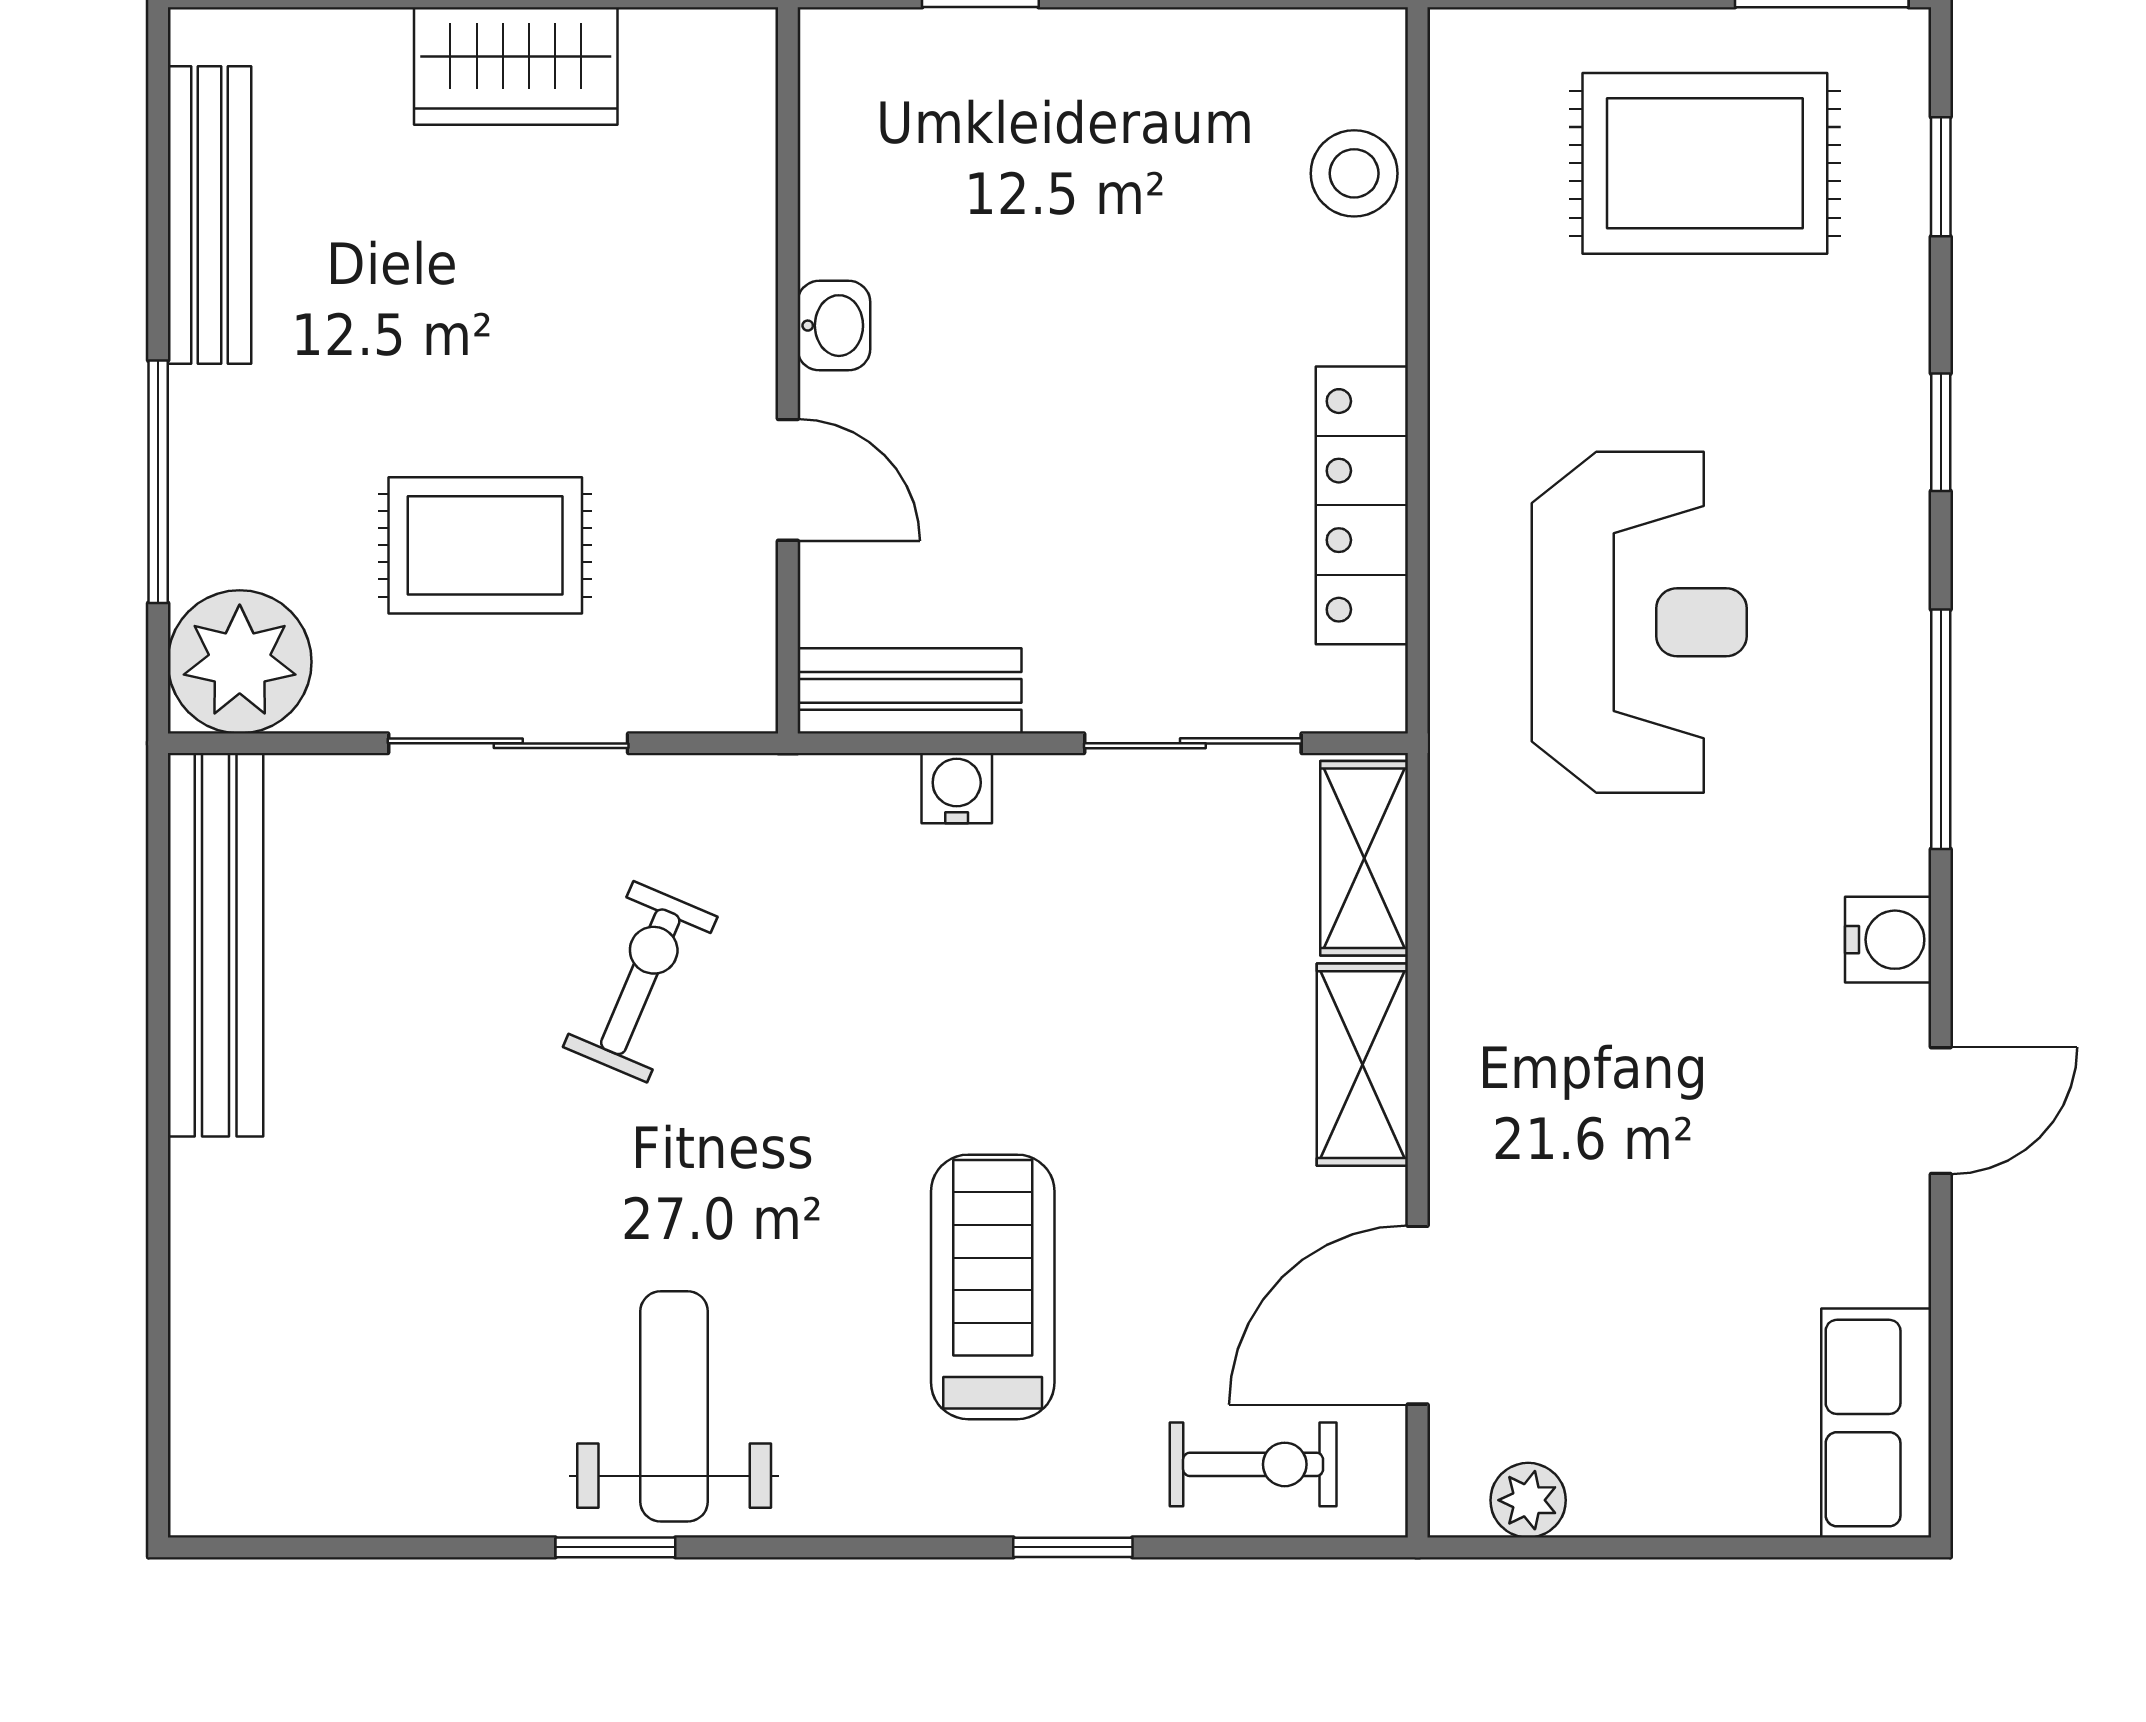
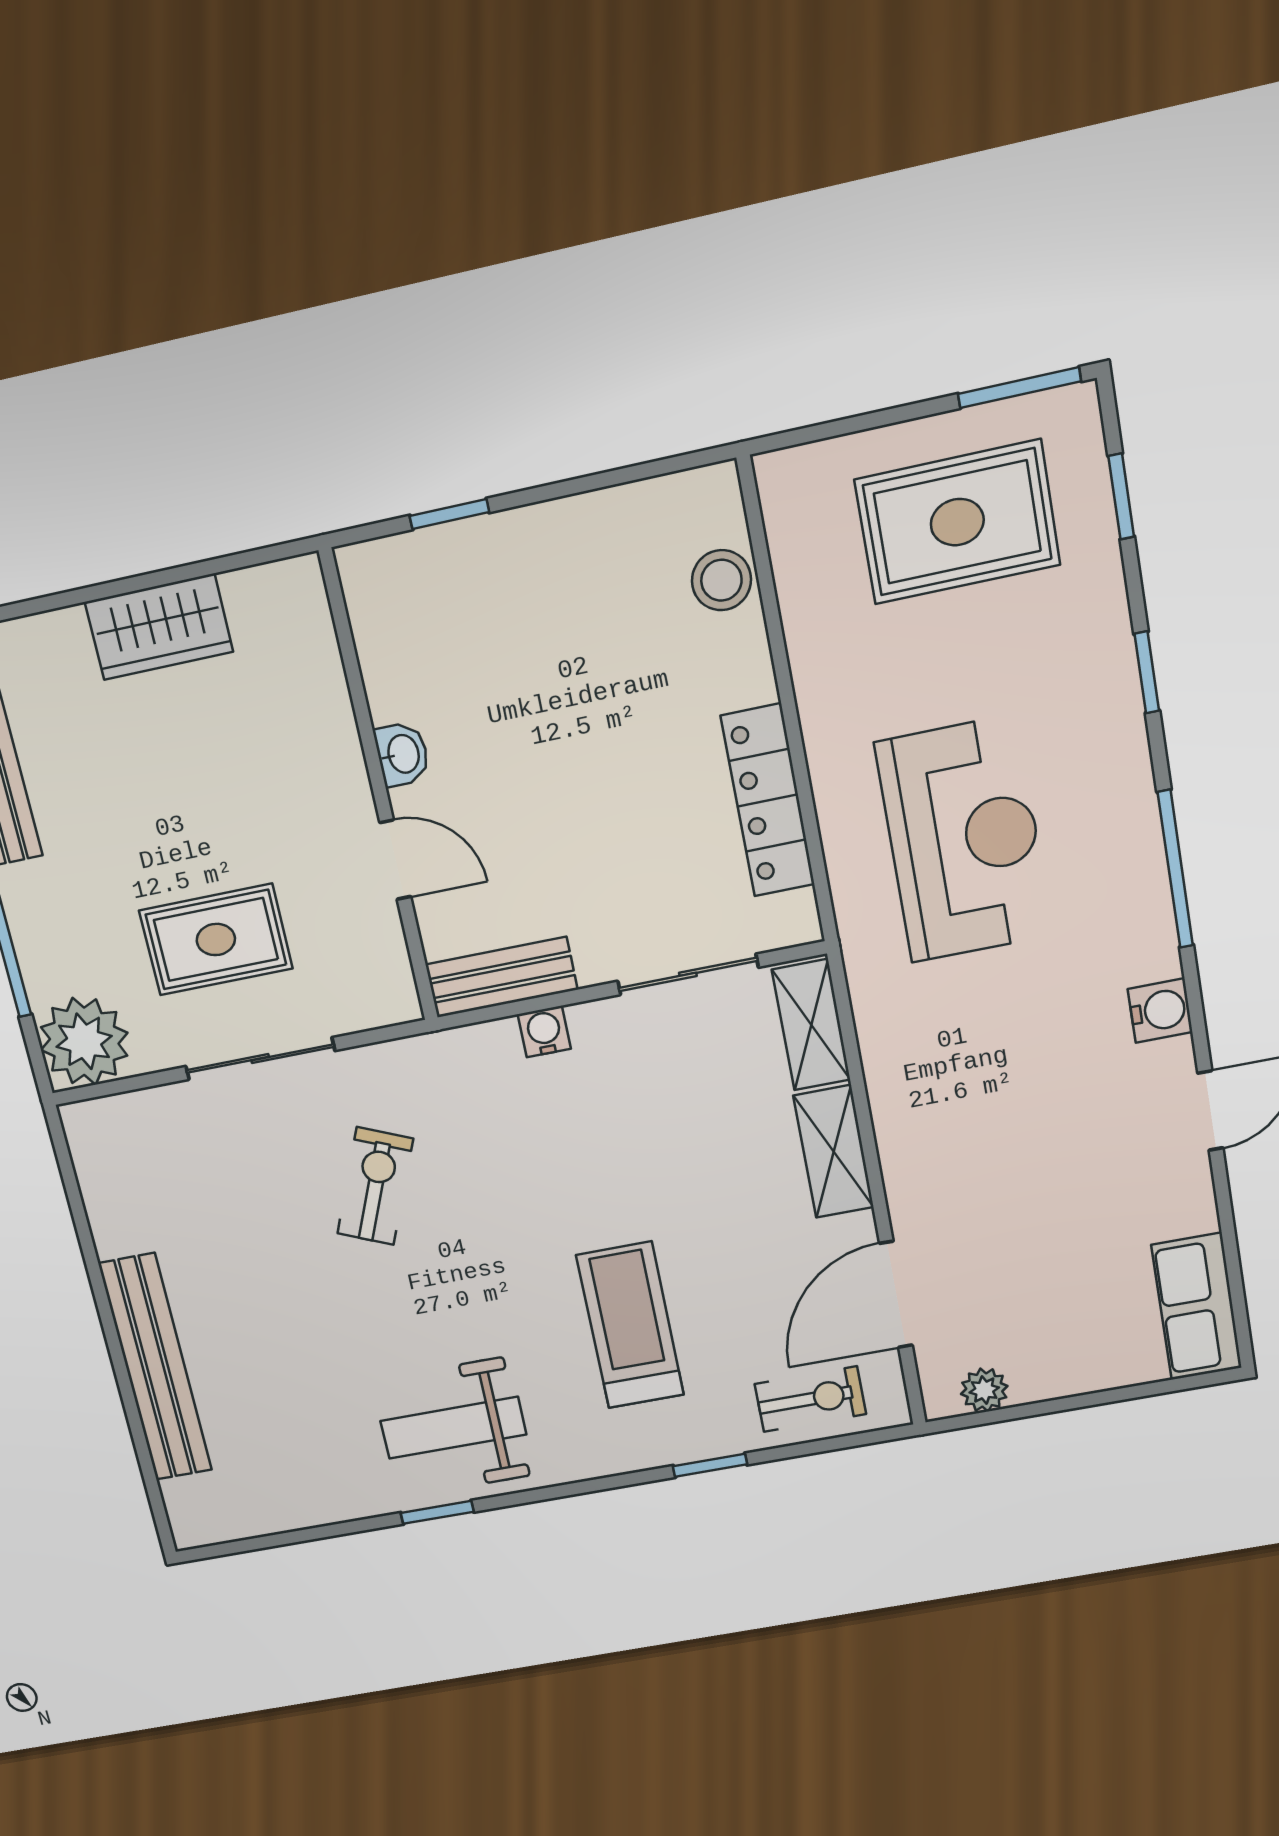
bench: (216, 945) -> (155, 1367), moved
weight bench: (674, 1406) -> (453, 1428), turned -90

